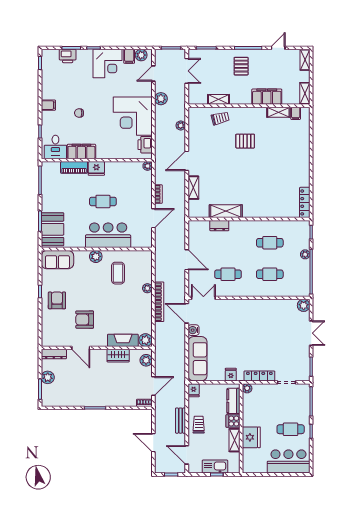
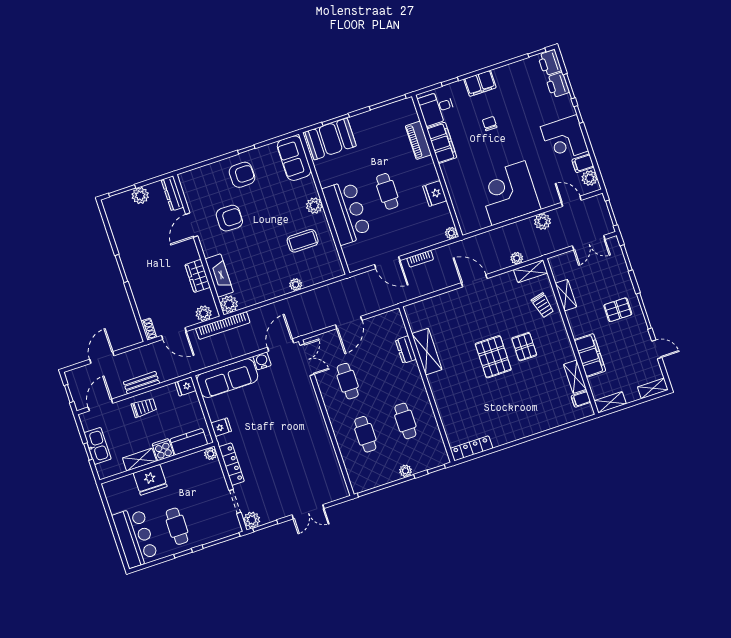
filing cabinet: (48, 105) -> (480, 83), width x2.00
printer: (145, 145) -> (550, 63), moved, turned -90
pallet: (245, 165) -> (493, 357), added
fridge: (96, 168) -> (435, 193), moved
shelving: (193, 188) -> (531, 271), moved
bookcase: (159, 302) -> (223, 326), moved
plant: (304, 305) -> (252, 520), moved
armchair: (85, 320) -> (229, 218), turned 90

